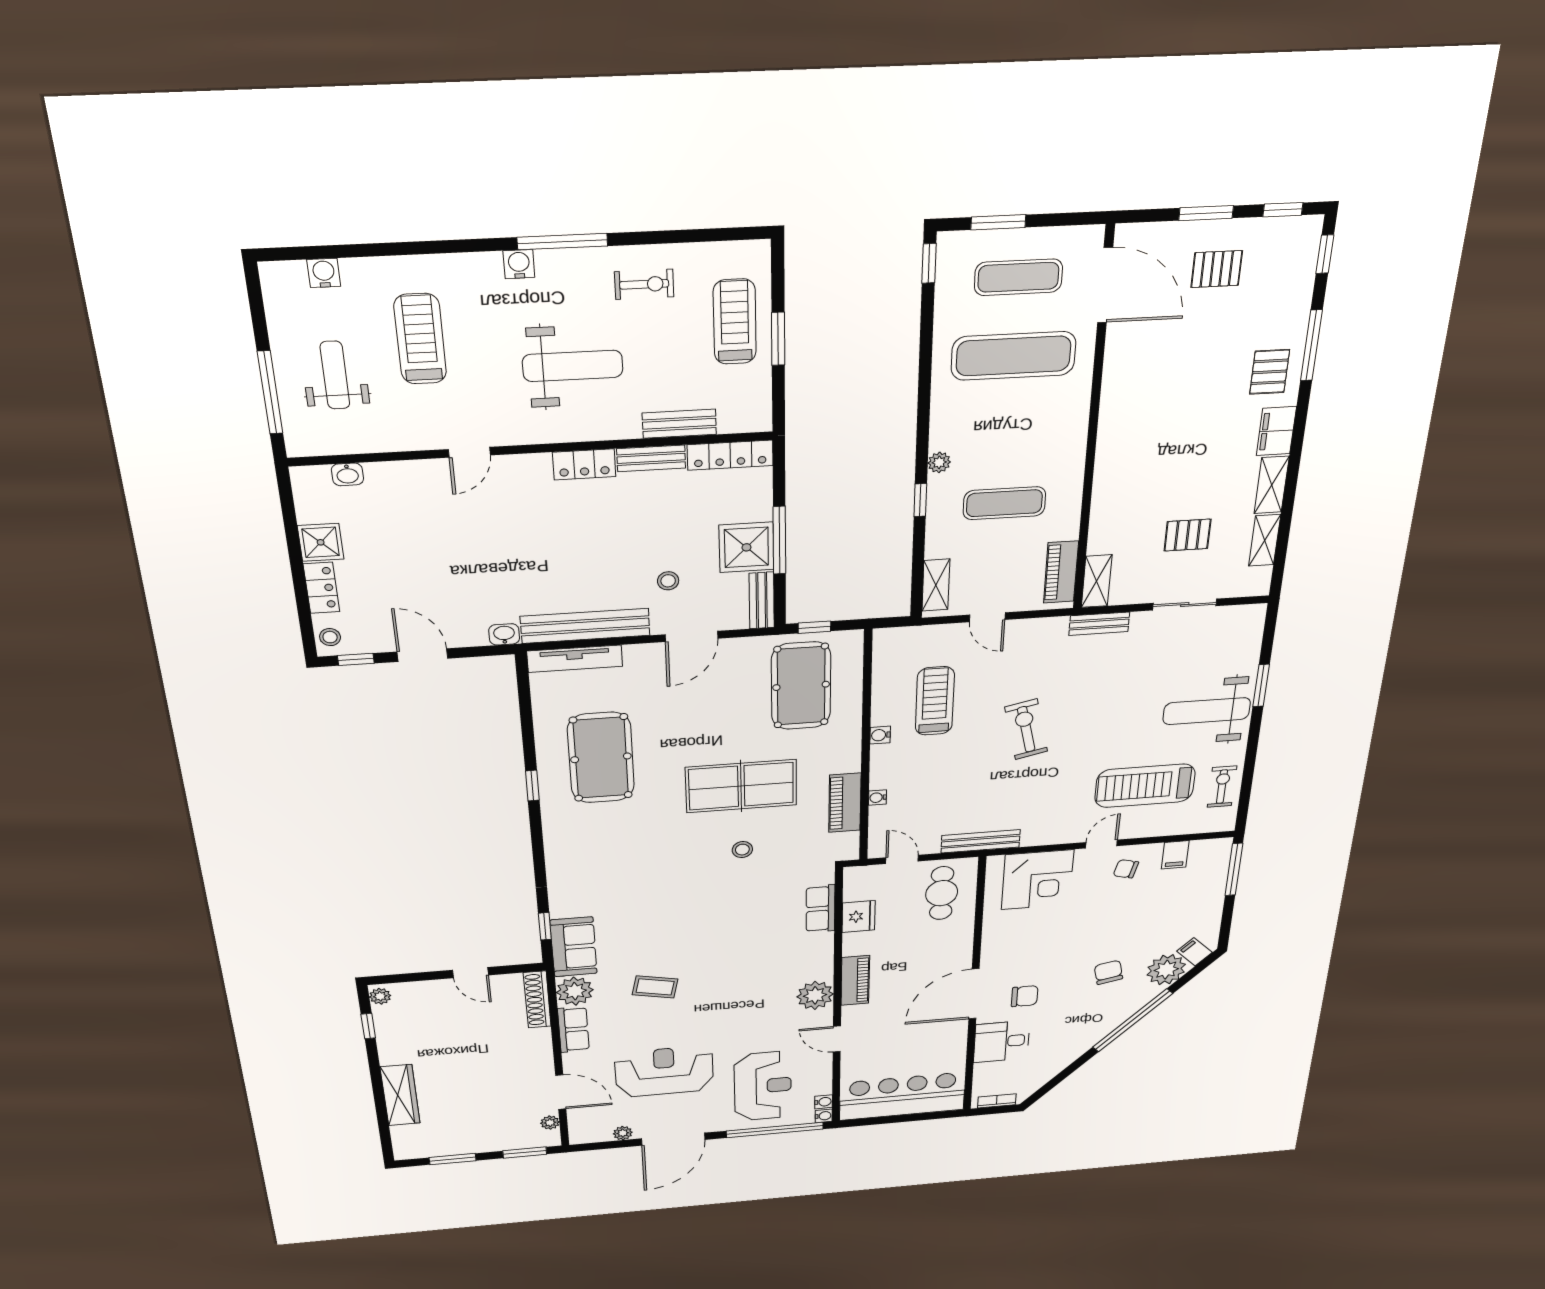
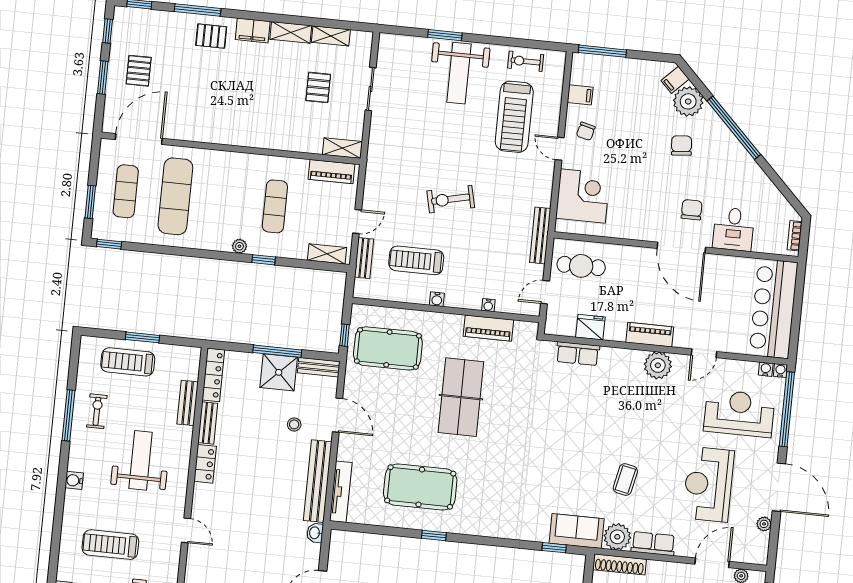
window: (562, 242) -> (68, 415), moved
bench: (1099, 624) -> (364, 258), moved
stool: (742, 850) -> (515, 403), removed
chair: (1108, 972) -> (682, 146), turned 97

